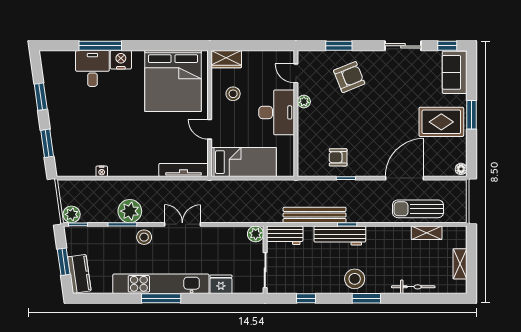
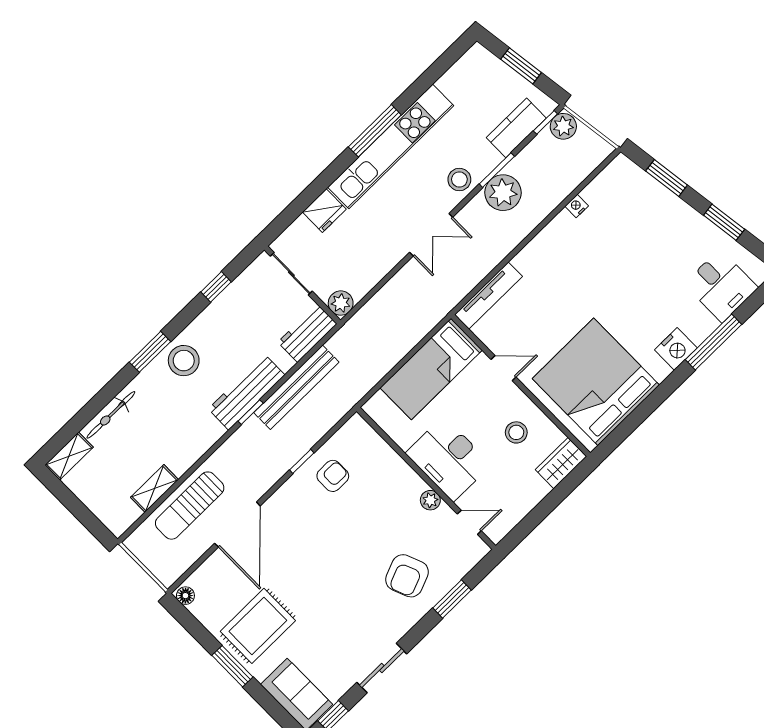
desk: (92, 68) -> (721, 286), moved
sun lounger: (418, 209) -> (190, 506), turned 180
shelving: (460, 264) -> (69, 456), moved, turned 90
kitchen counter: (79, 274) -> (516, 128), moved, turned 98

